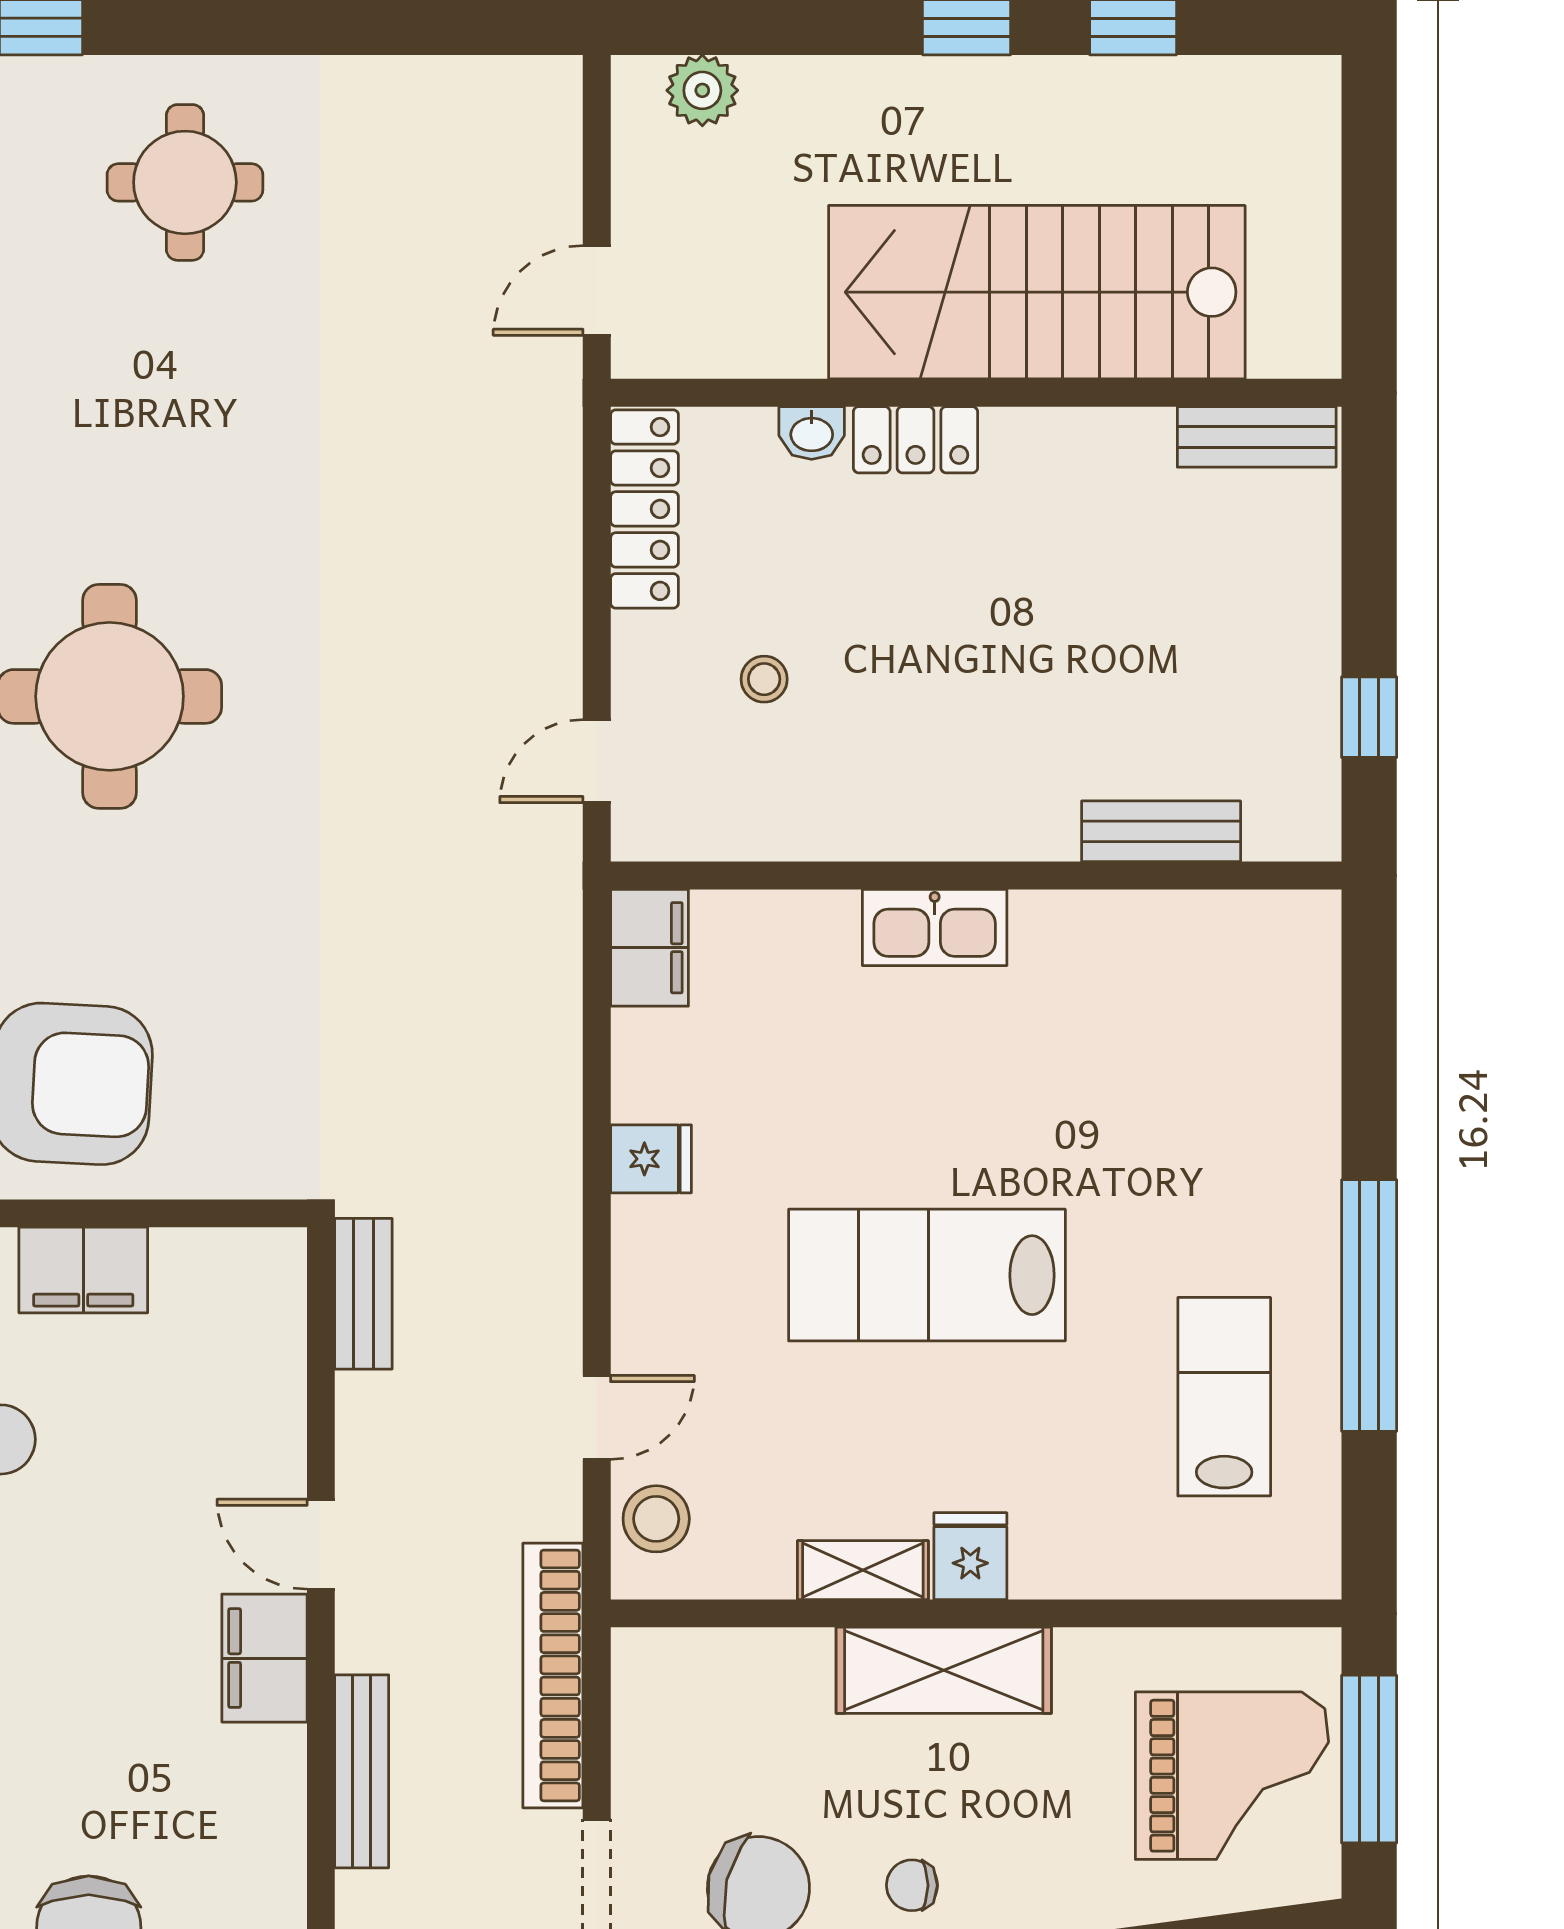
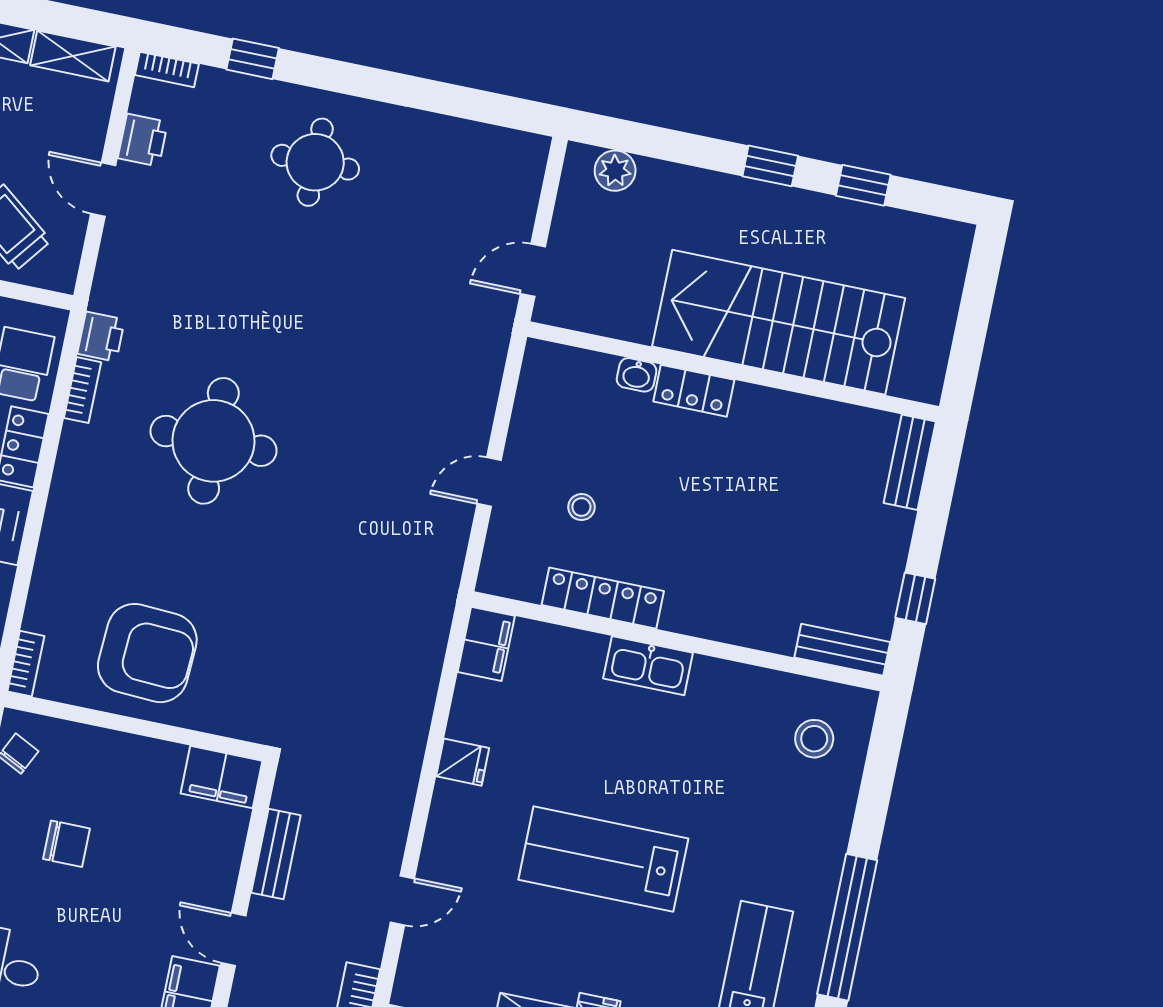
bench: (1257, 437) -> (910, 462), moved, turned 90
locker: (644, 509) -> (603, 598), moved, turned -90
door: (597, 761) -> (489, 482), moved
bench: (1161, 831) -> (842, 650), moved
filing cabinet: (83, 1270) -> (222, 777), moved
bench: (363, 1294) -> (276, 854), moved
stool: (656, 1519) -> (814, 739), moved

